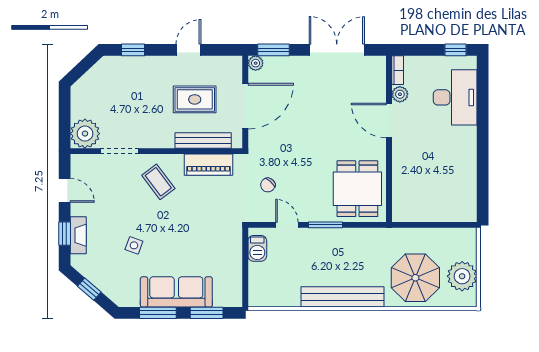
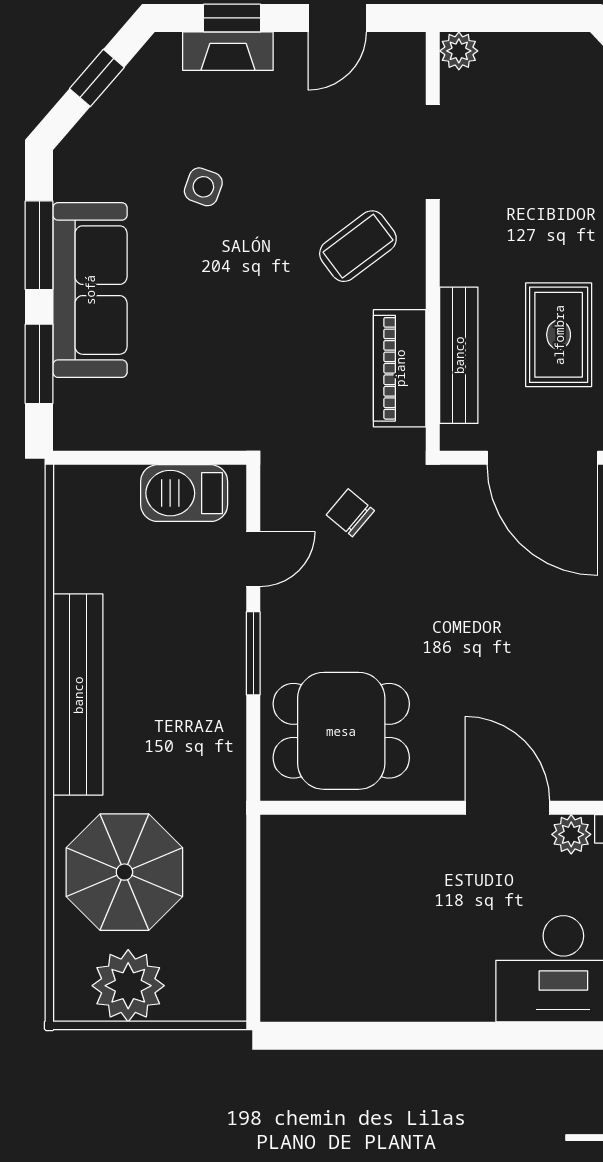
door: (389, 120) -> (507, 808), hinge flipped
plant: (85, 134) -> (459, 51), width x0.53, depth x0.53
barbecue: (257, 248) -> (184, 493), width x1.38, depth x1.27

